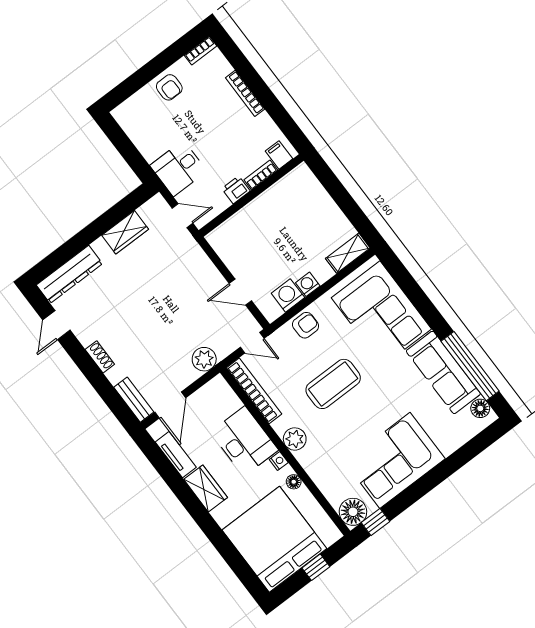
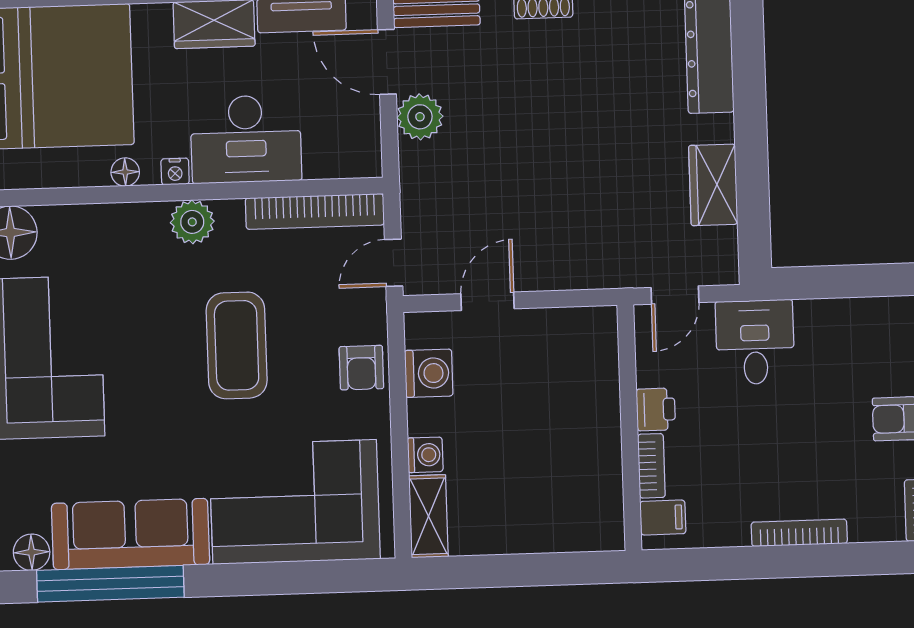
washing machine: (308, 284) -> (425, 455), moved
plant: (204, 359) -> (420, 117), moved

